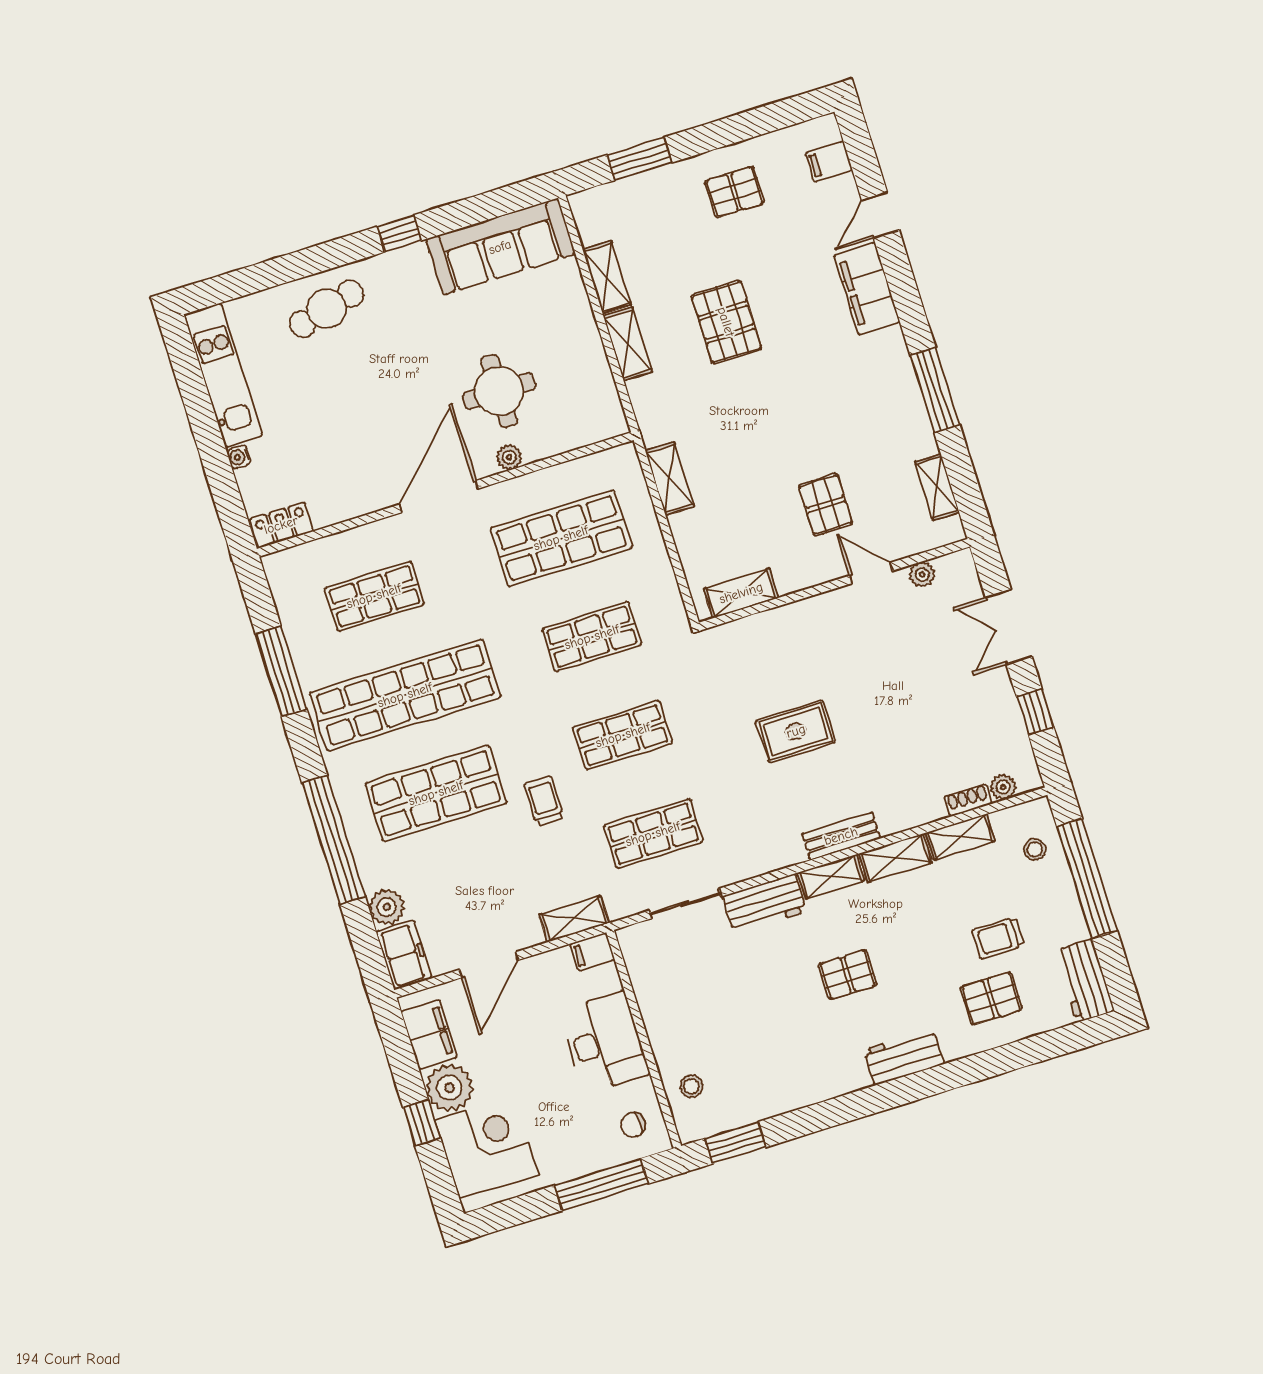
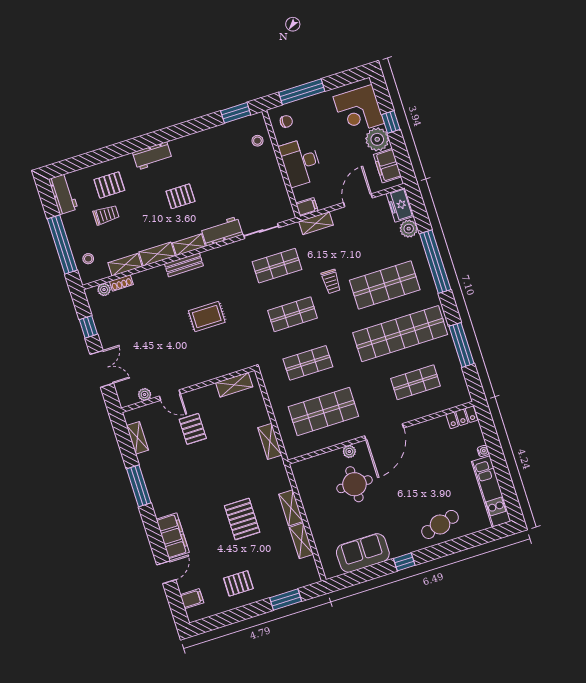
sofa: (500, 247) -> (363, 553), width x0.73

